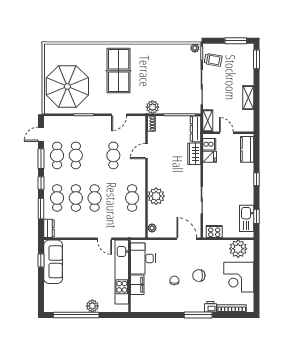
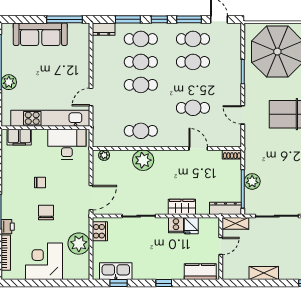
plant: (152, 107) -> (252, 181), moved
cooker: (209, 144) -> (176, 225), moved
wardrobe: (194, 154) -> (182, 207), moved
plant: (238, 249) -> (79, 244), moved
window: (41, 260) -> (64, 19), width x2.17
sofa: (53, 262) -> (40, 34), moved
filing cabinet: (137, 285) -> (19, 137), moved

